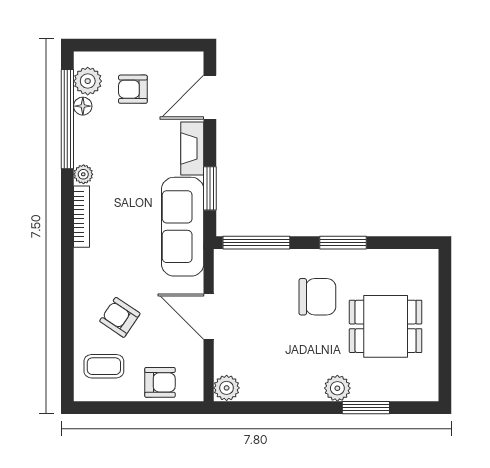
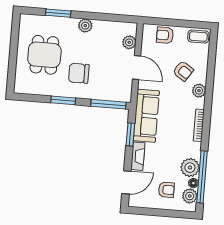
plant: (83, 174) -> (190, 168), moved, width x1.87, depth x1.87
plant: (87, 282) -> (199, 91), added
dining table: (386, 326) -> (44, 55), turned 90
coffee table: (104, 366) -> (198, 36), moved
plant: (227, 388) -> (129, 42), moved
plant: (337, 388) -> (85, 26), moved

